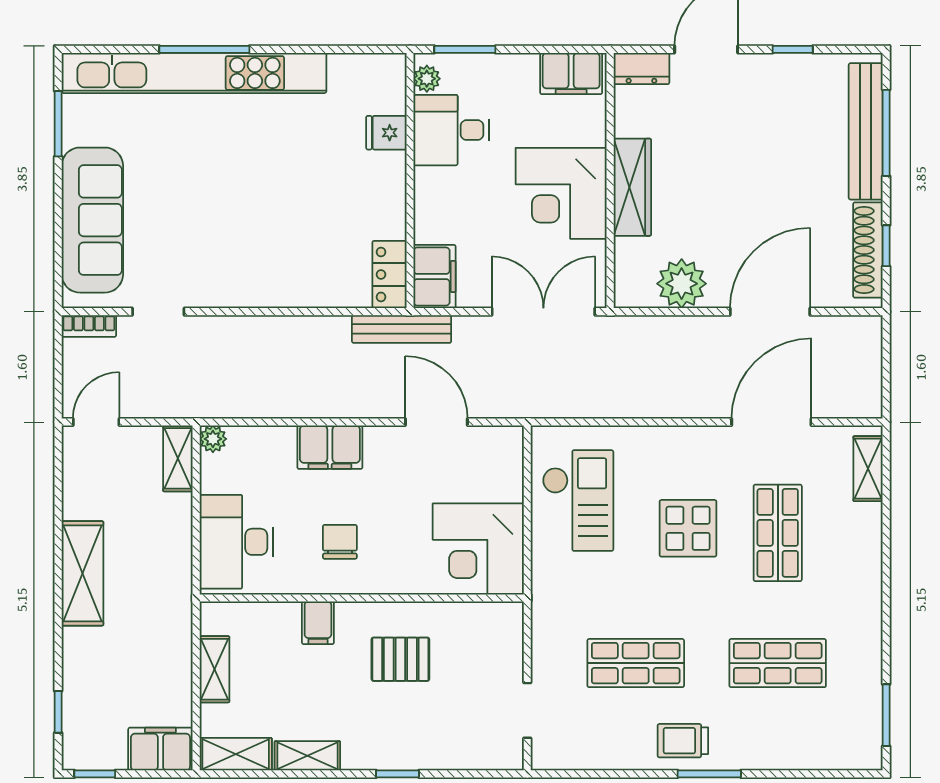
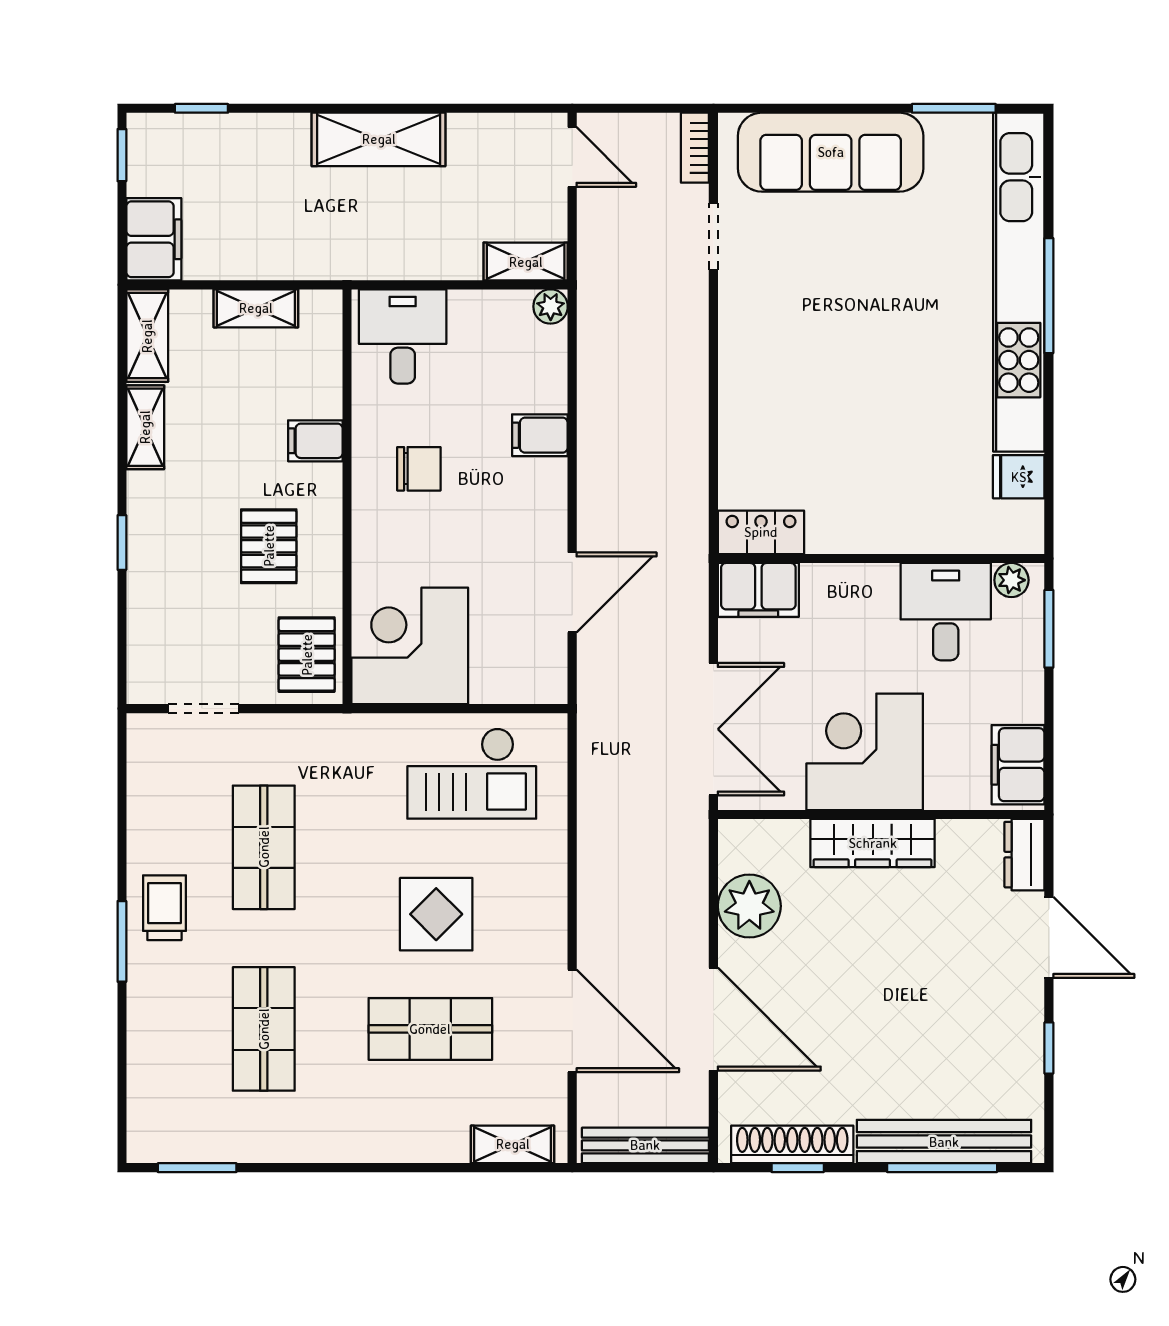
fridge: (386, 133) -> (1019, 477), moved, turned -90
bench: (402, 329) -> (645, 1145), moved, turned 90
filing cabinet: (330, 447) -> (540, 435), width x0.50
desk: (236, 542) -> (403, 336), width x0.73
pallet: (485, 630) -> (307, 655), added

